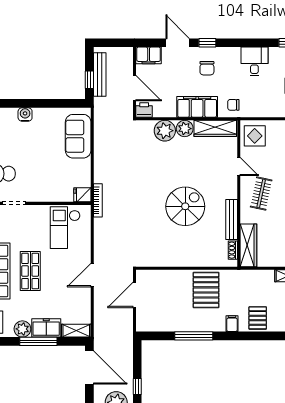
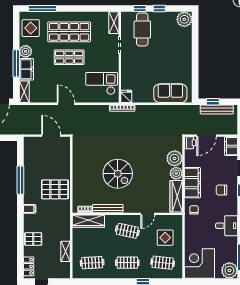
water cooler: (25, 114) -> (187, 53), removed
display table: (255, 136) -> (165, 238), moved
pallet: (258, 318) -> (33, 239), moved

